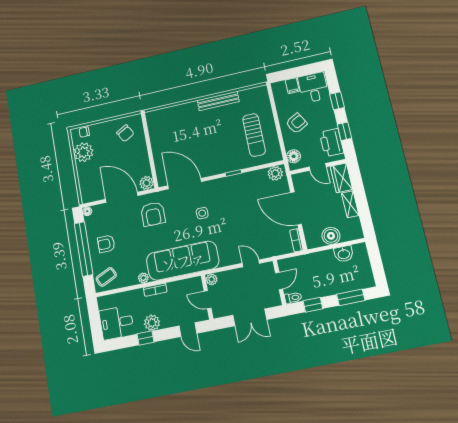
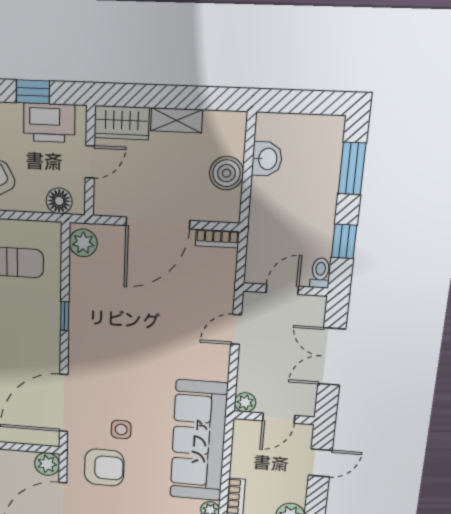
side table: (202, 213) -> (121, 429), moved
door: (279, 281) -> (282, 289), hinge flipped
double door: (250, 317) -> (332, 357), swing flipped

